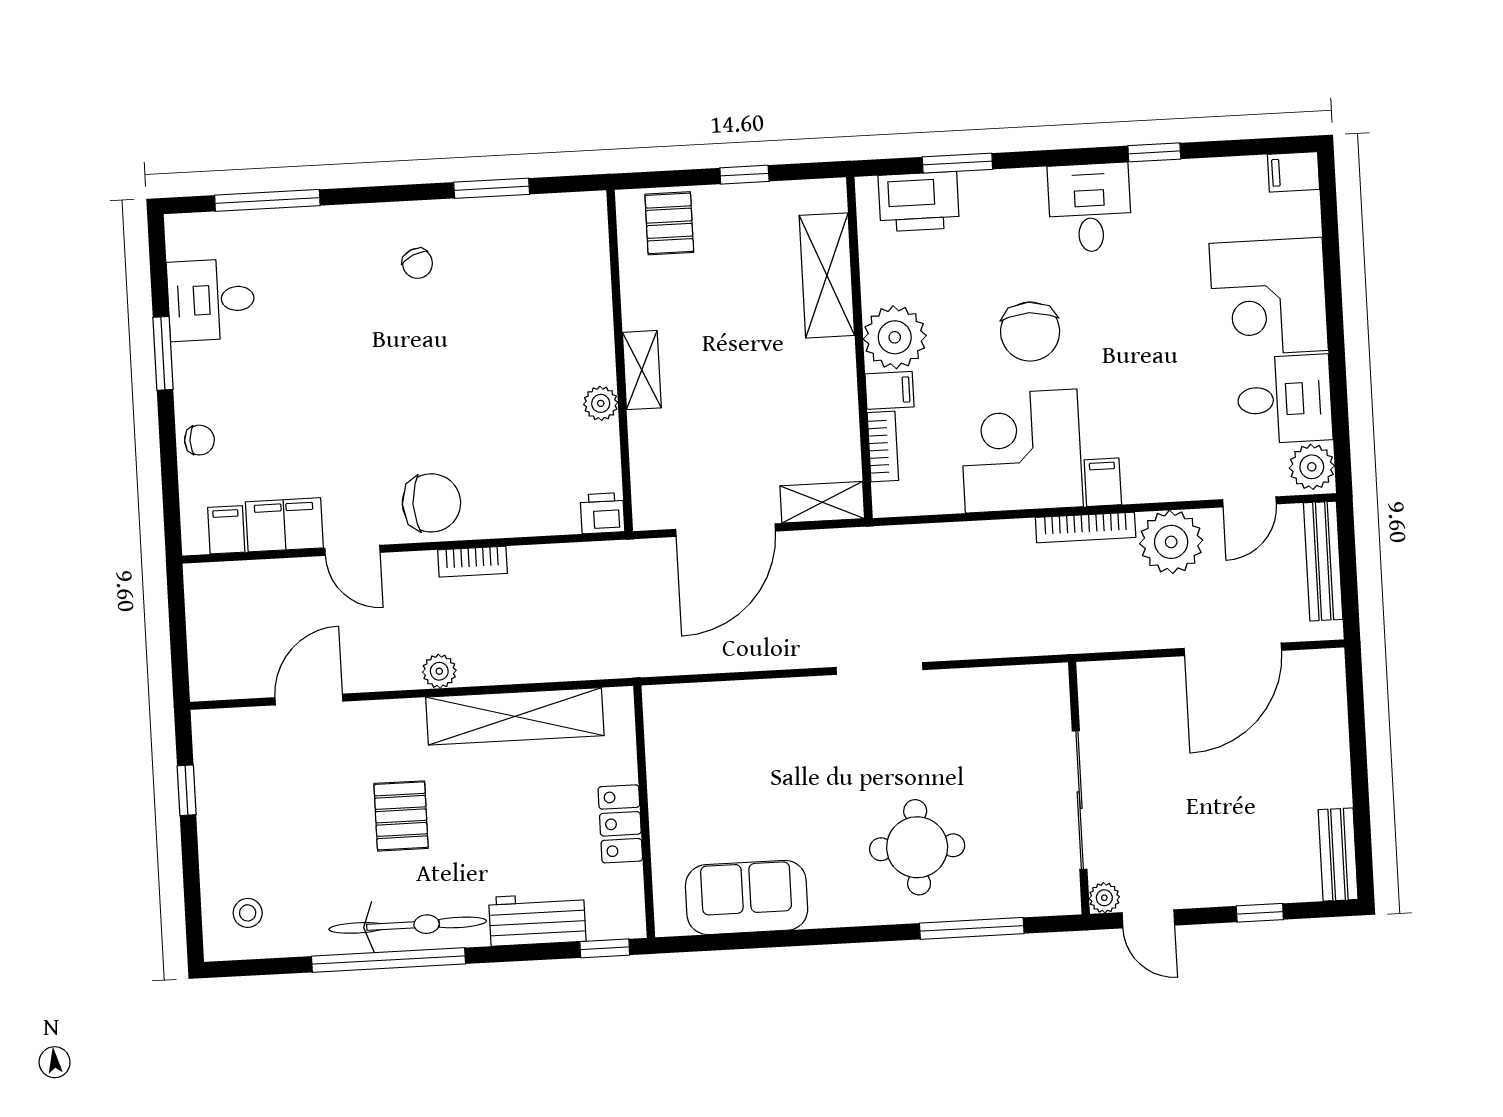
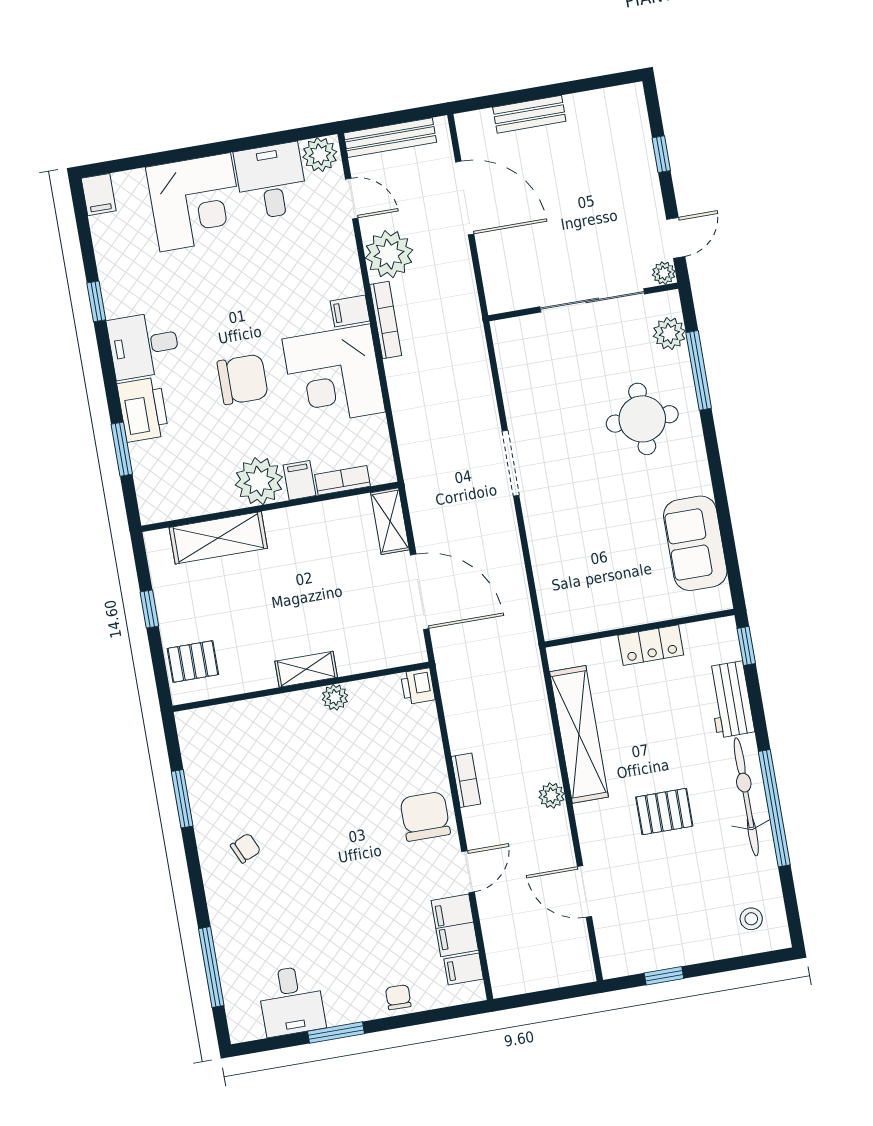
printer: (919, 202) -> (143, 409), moved
bench: (1338, 855) -> (529, 114), moved
plant: (1025, 896) -> (669, 333), added

